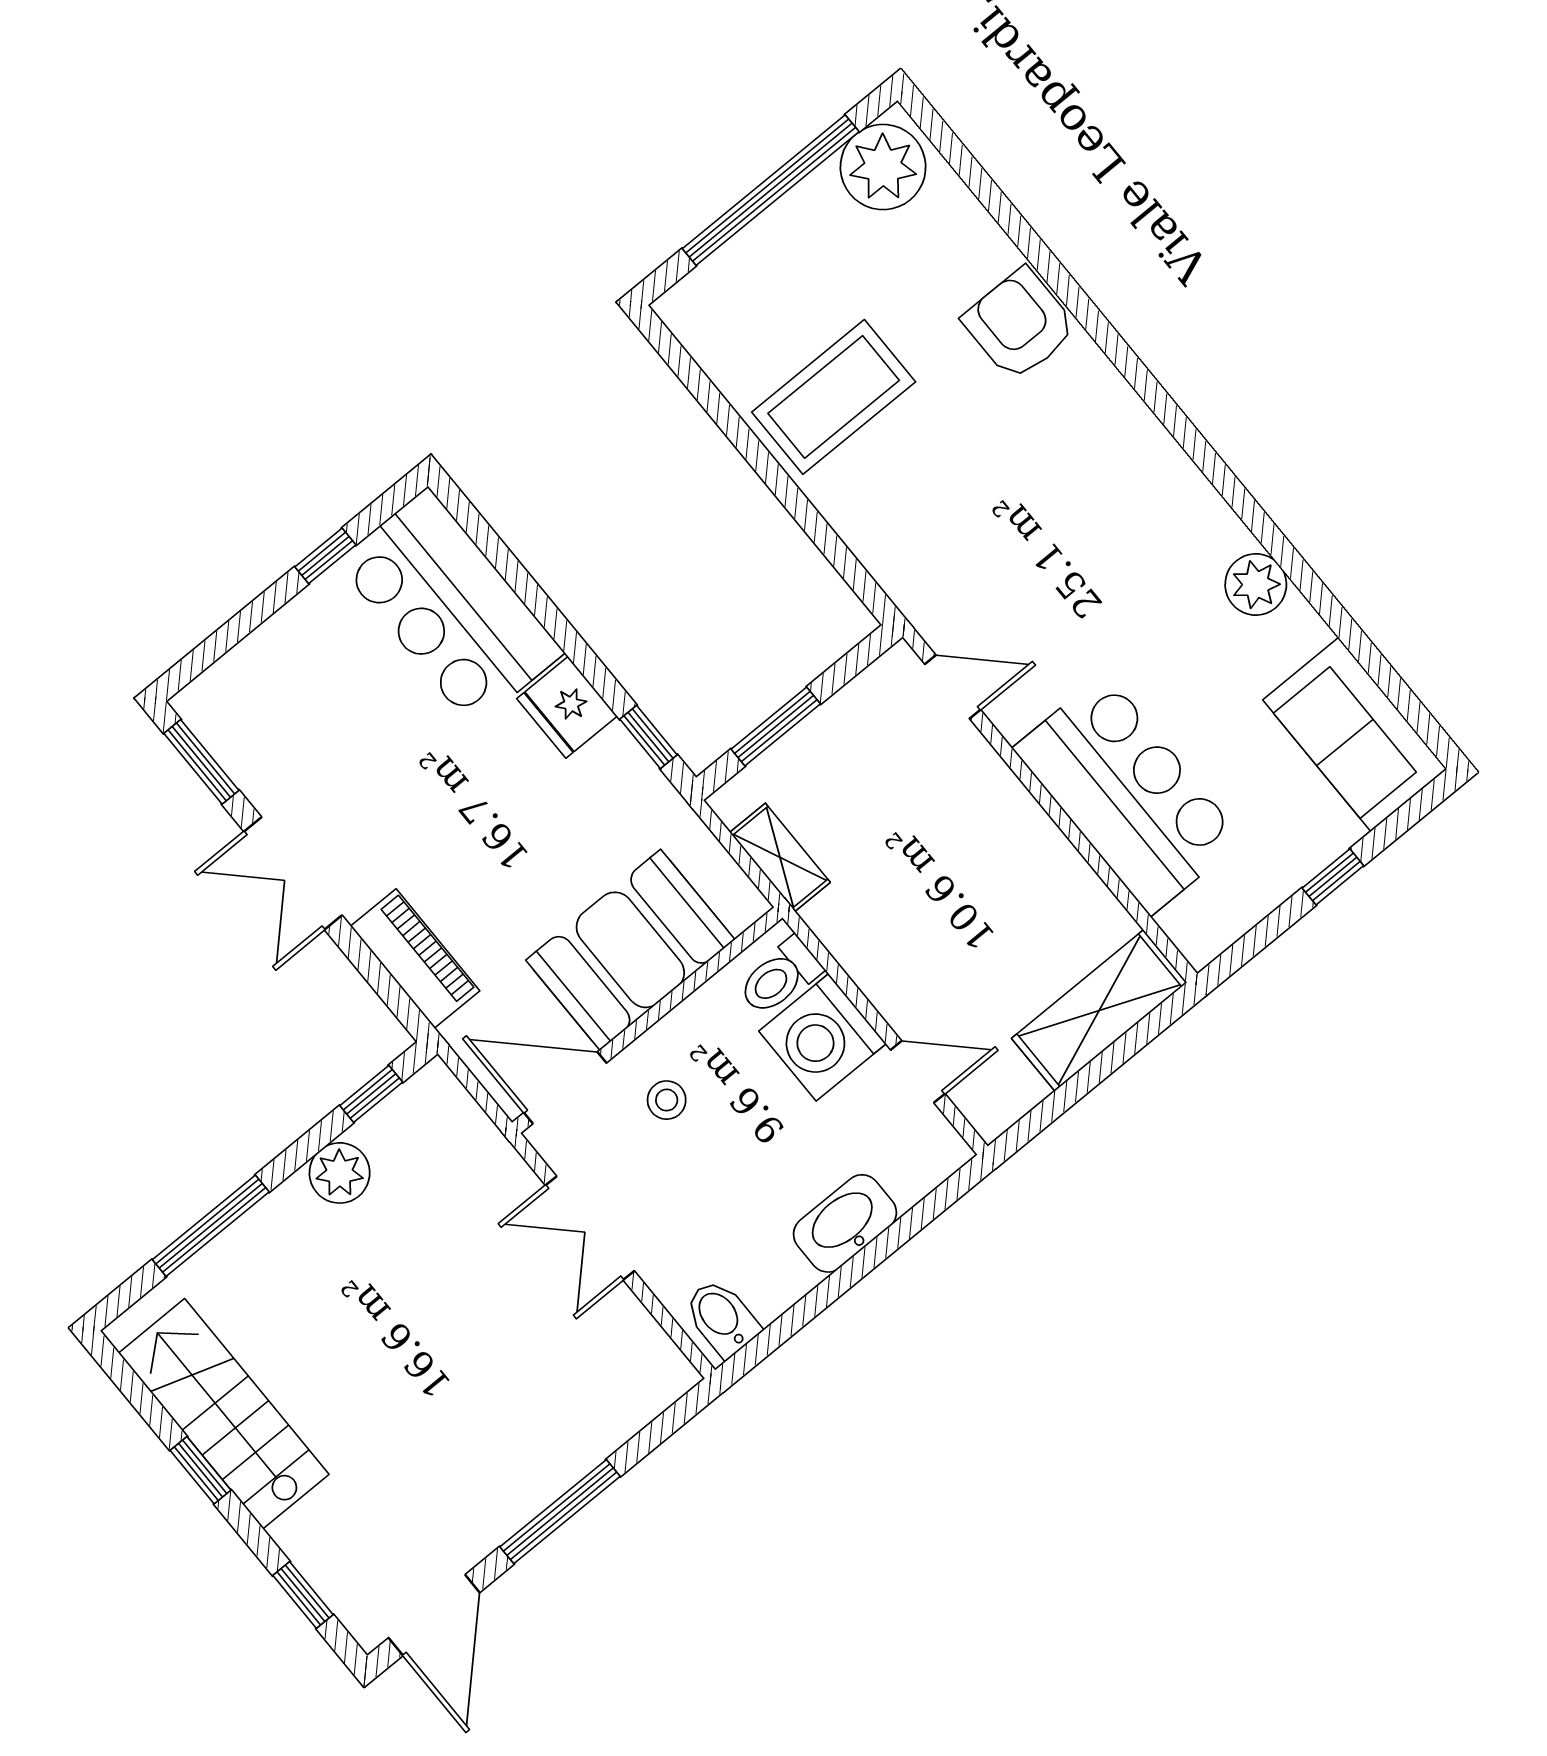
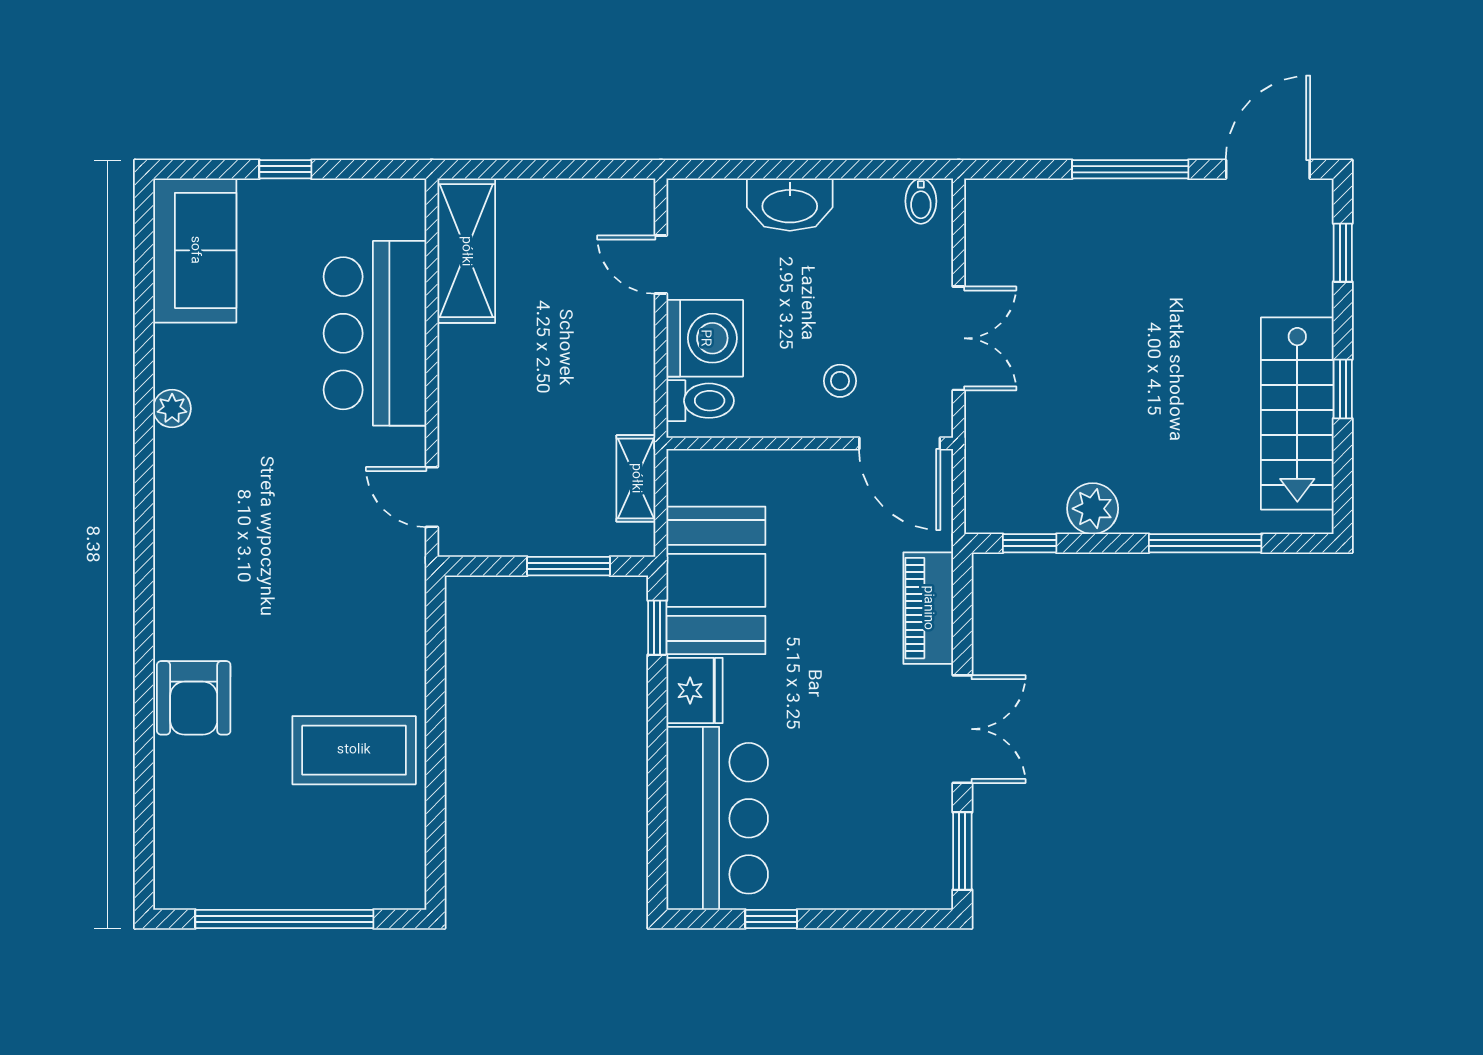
plant: (883, 167) -> (199, 874), removed
plant: (1256, 585) -> (172, 409), width x0.73, depth x0.73
booth: (630, 950) -> (716, 580), moved, turned 90
shelving: (1099, 1010) -> (466, 251), moved, turned 90
bidet: (722, 1318) -> (921, 201), width x0.72, depth x0.74

